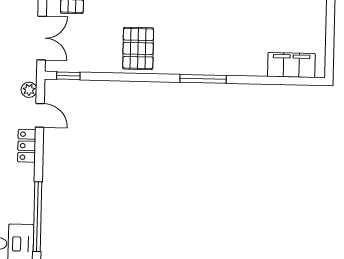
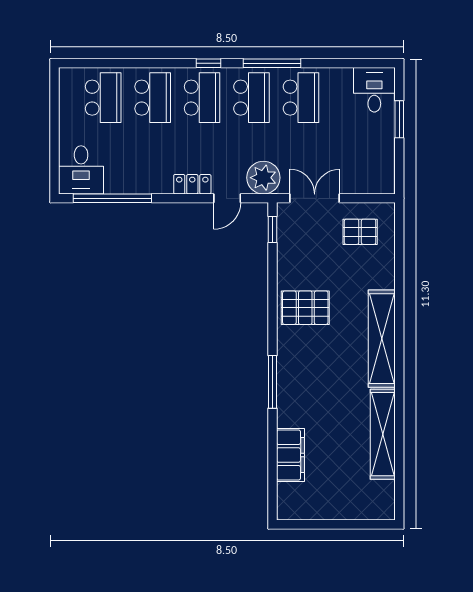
double door: (42, 38) -> (315, 198), swing flipped
filing cabinet: (291, 65) -> (290, 455), moved
plant: (29, 90) -> (263, 178), width x1.87, depth x1.87

